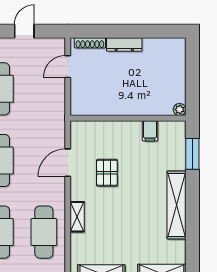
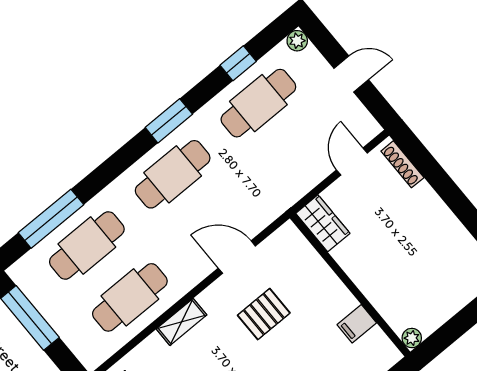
dresser: (124, 44) -> (435, 207), removed
door: (68, 67) -> (352, 162), hinge flipped
wardrobe: (86, 106) -> (323, 223), added

